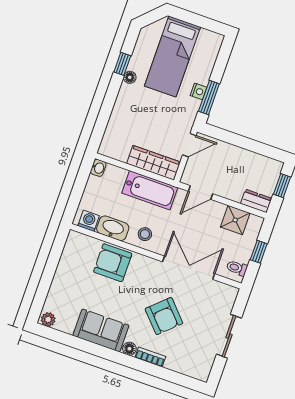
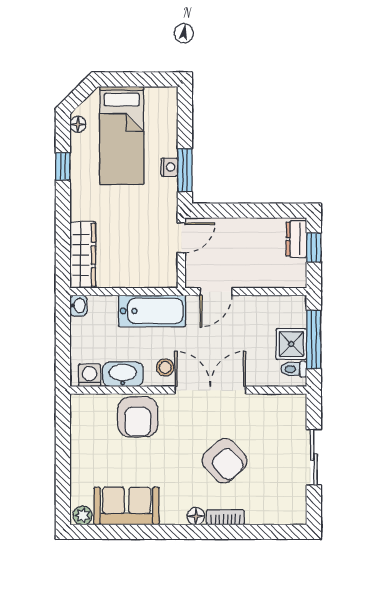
floor lamp: (130, 77) -> (78, 124), moved
wardrobe: (154, 163) -> (83, 255), moved, turned 90
dresser: (256, 201) -> (296, 239), moved, turned -90
shower: (235, 220) -> (291, 344), moved
window: (259, 252) -> (314, 340), width x2.17
armchair: (113, 263) -> (138, 417), turned -90
double door: (189, 268) -> (210, 390), moved
sofa: (101, 330) -> (127, 506), moved

